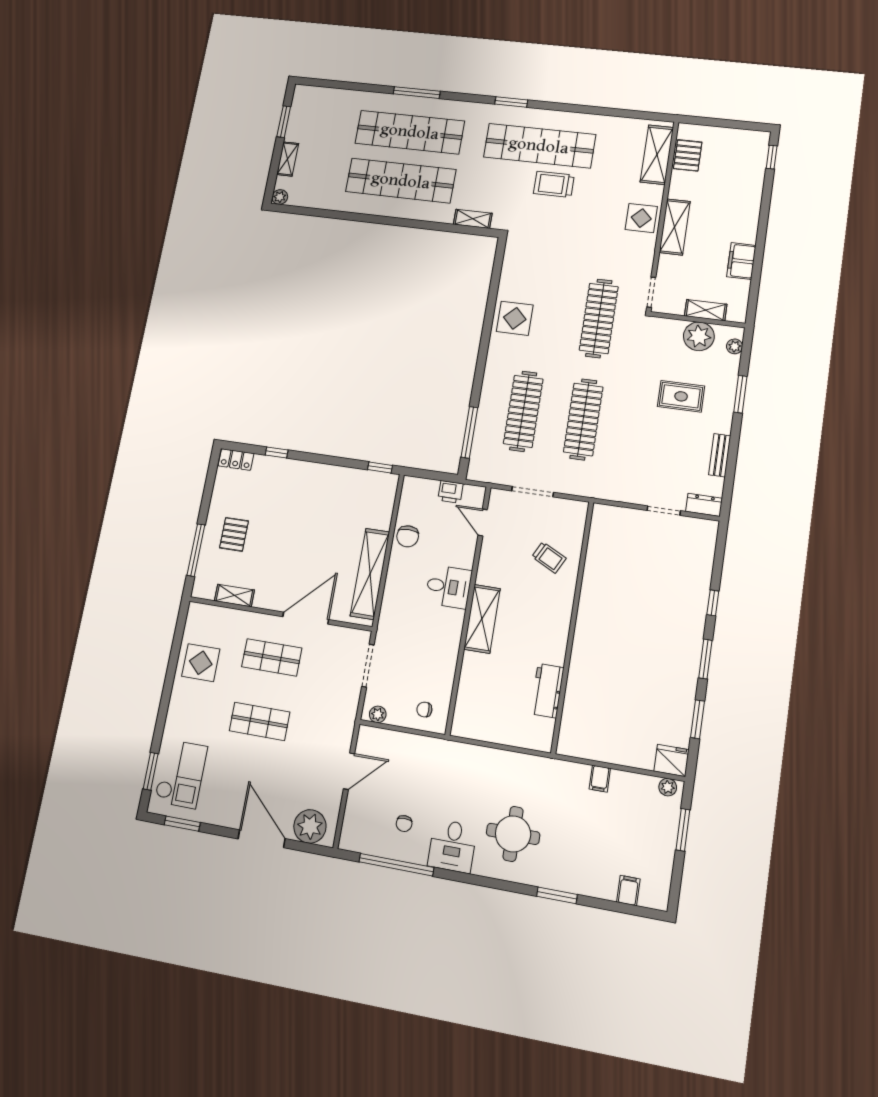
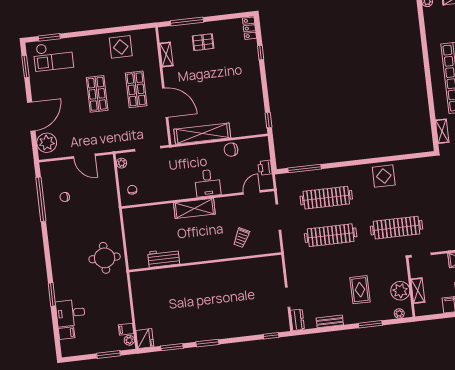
window: (713, 603) -> (271, 336), moved
filing cabinet: (600, 779) -> (126, 329), moved
round table: (513, 834) -> (105, 258), moved
desk: (452, 846) -> (71, 313), moved

